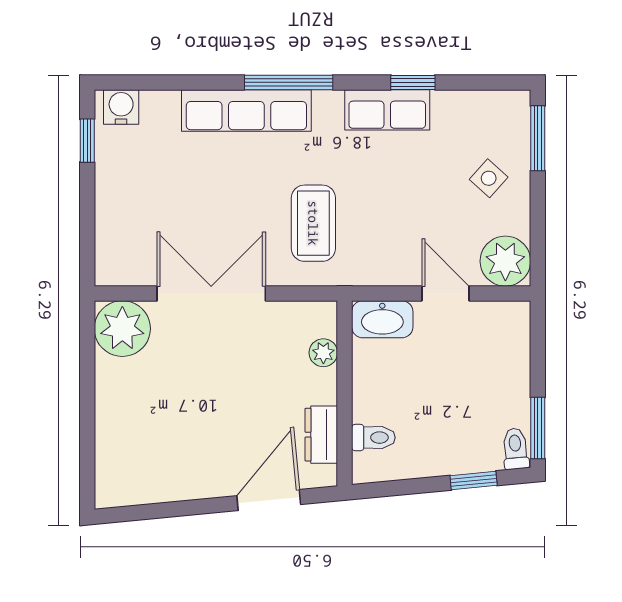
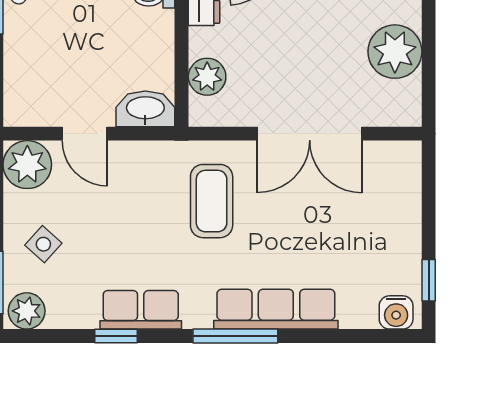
plant: (506, 109) -> (27, 311), added
plant: (122, 329) -> (395, 52), moved
plant: (323, 353) -> (207, 77), width x1.38, depth x1.38

